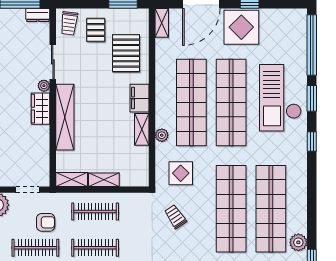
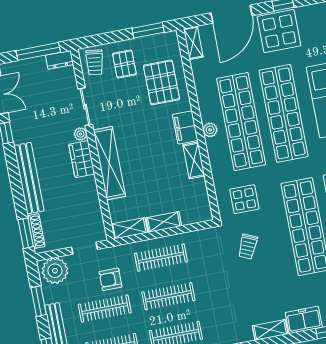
plant: (162, 135) -> (210, 130), moved
trolley: (175, 217) -> (248, 247), turned -122
armchair: (46, 222) -> (110, 279), turned 180

